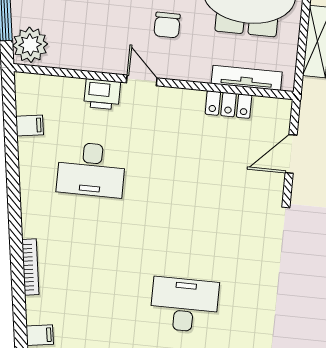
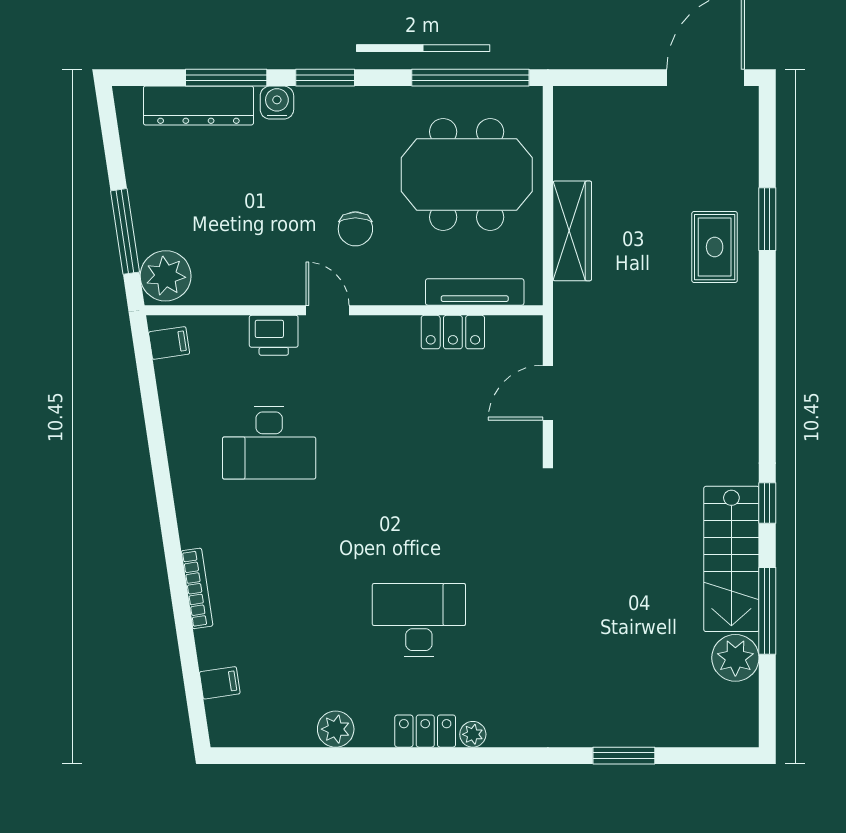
filing cabinet: (30, 125) -> (169, 343), moved

